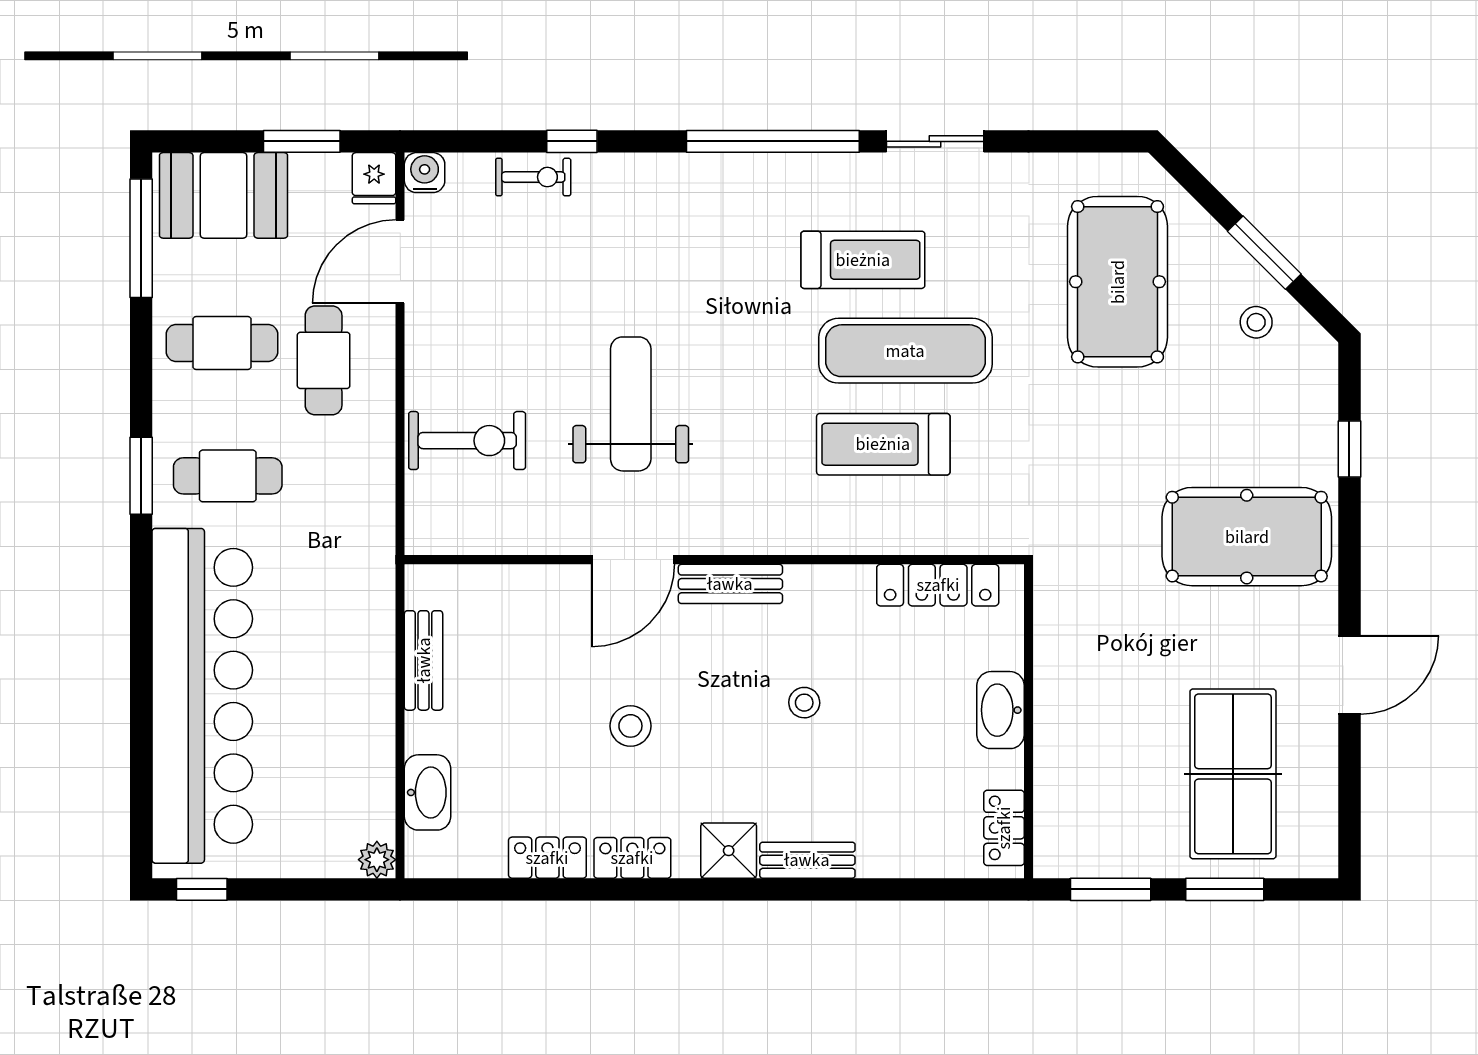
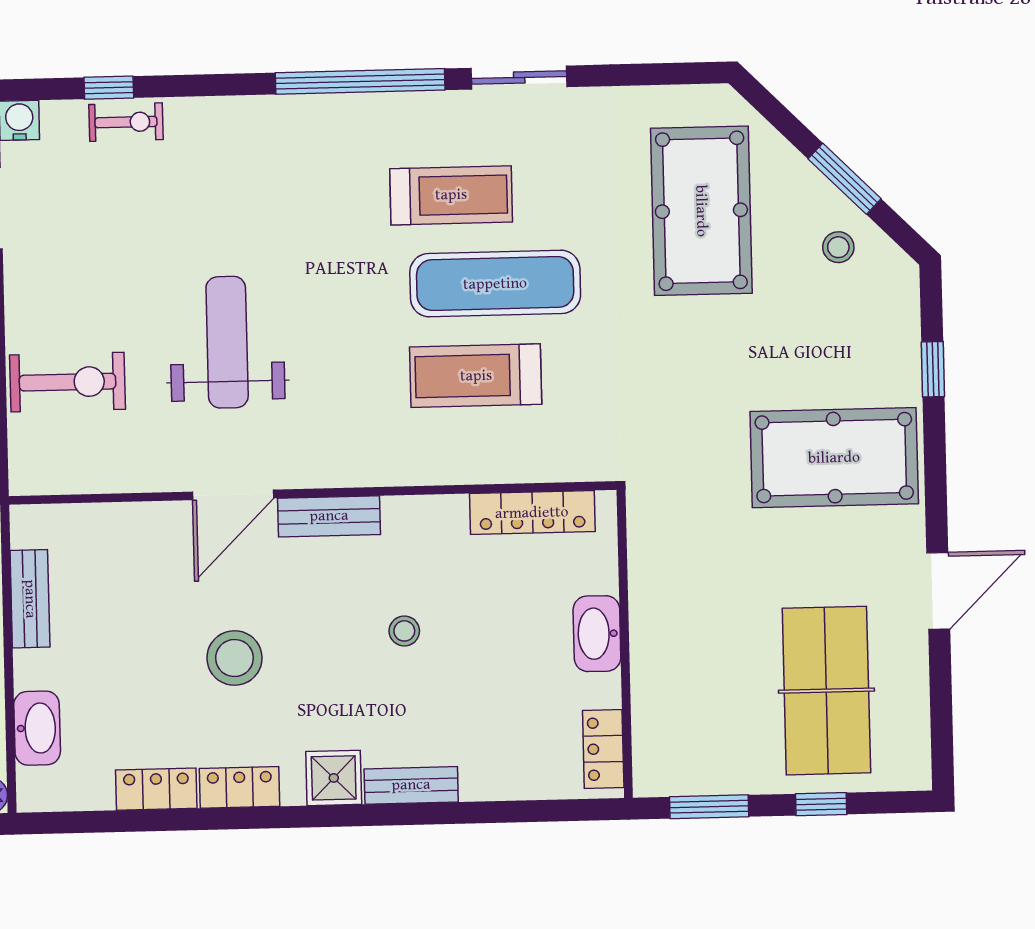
window: (572, 141) -> (109, 88), moved
stool: (630, 726) -> (234, 658), width x1.38, depth x1.38
window: (1225, 889) -> (821, 804), width x0.67

